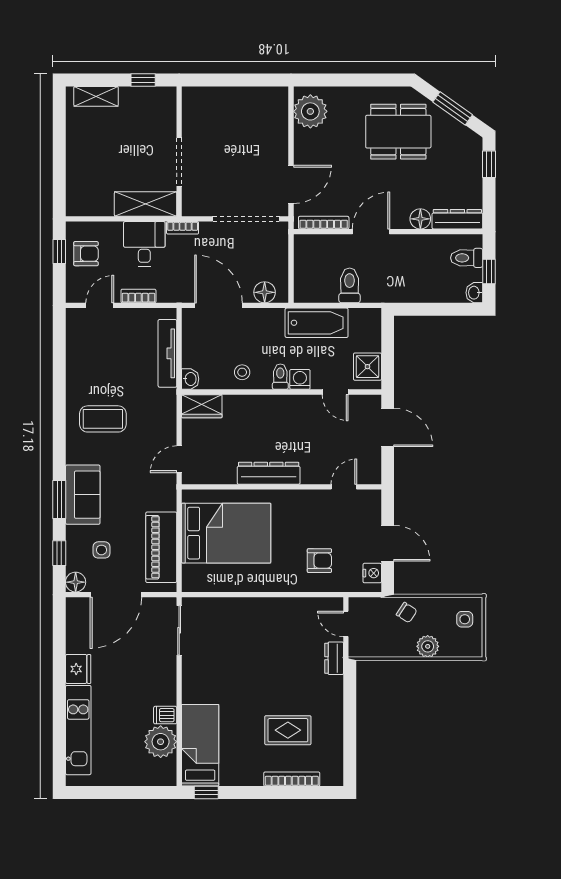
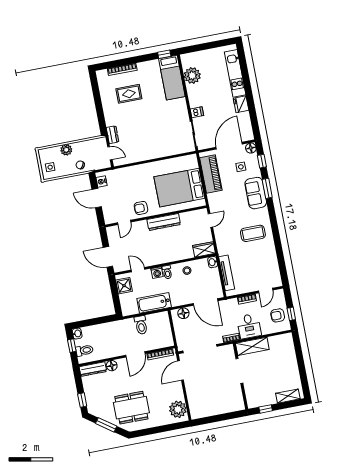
armchair: (319, 561) -> (141, 208), moved
dishwasher: (165, 715) -> (197, 112), moved

